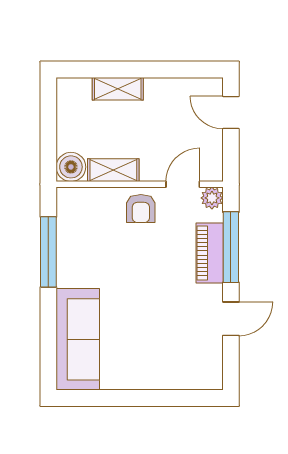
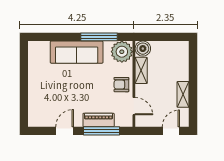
shelving: (118, 89) -> (183, 94), moved
plant: (212, 198) -> (122, 52), moved, width x1.87, depth x1.87
door: (231, 319) -> (65, 131), swing flipped
sofa: (78, 339) -> (77, 52), moved

